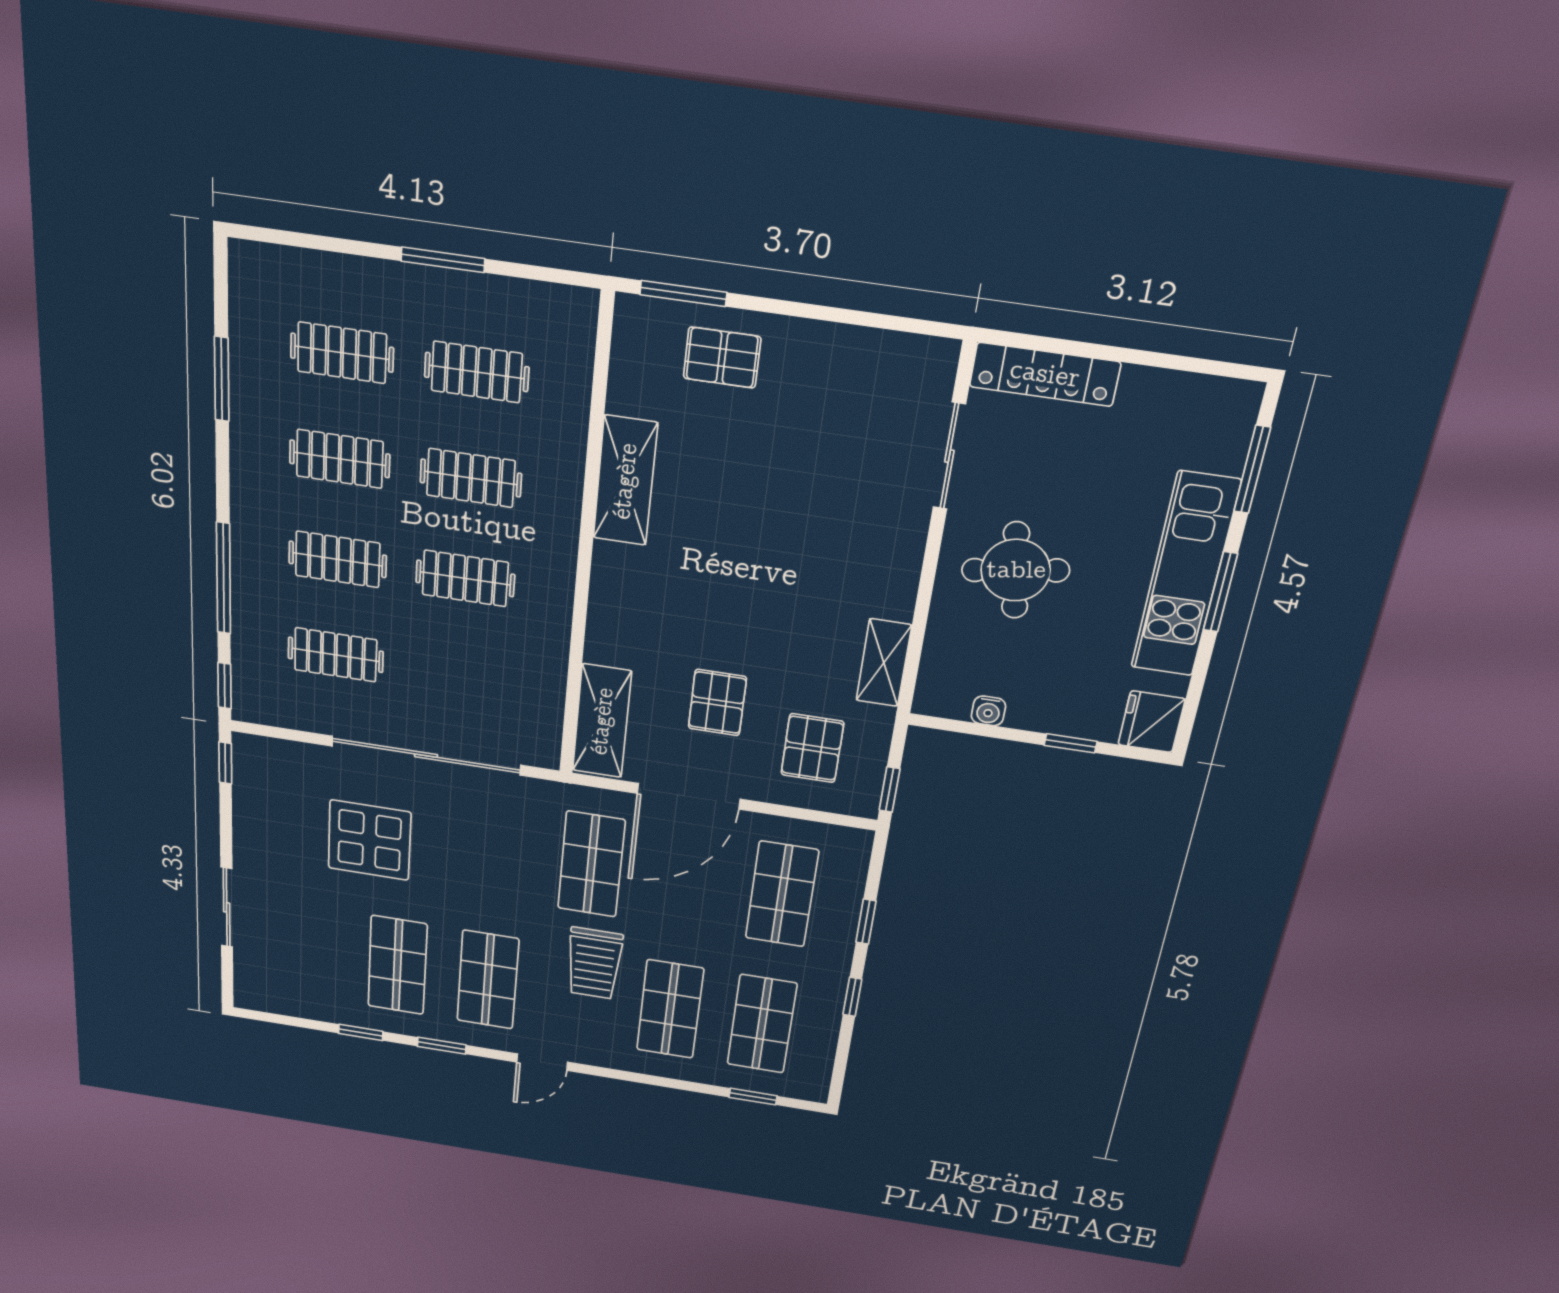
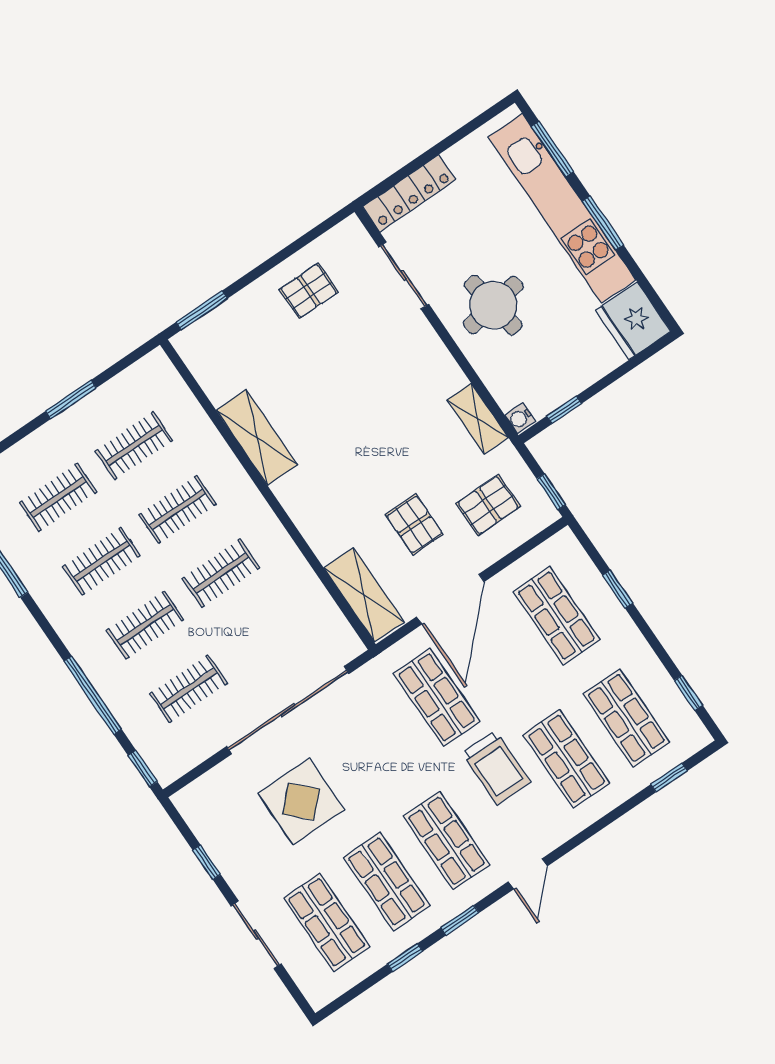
pallet: (722, 358) -> (309, 291), moved
kitchen unit: (1185, 575) -> (562, 208), width x1.36
water cooler: (988, 711) -> (520, 418), moved, turned 90
fridge: (1151, 722) -> (633, 321), width x1.36, depth x1.34
window: (1071, 743) -> (564, 410), moved
pallet: (812, 748) -> (488, 505), turned 90
window: (225, 763) -> (207, 862), moved
shop shelf: (307, 951) -> (327, 922), added
window: (852, 997) -> (688, 693), moved

